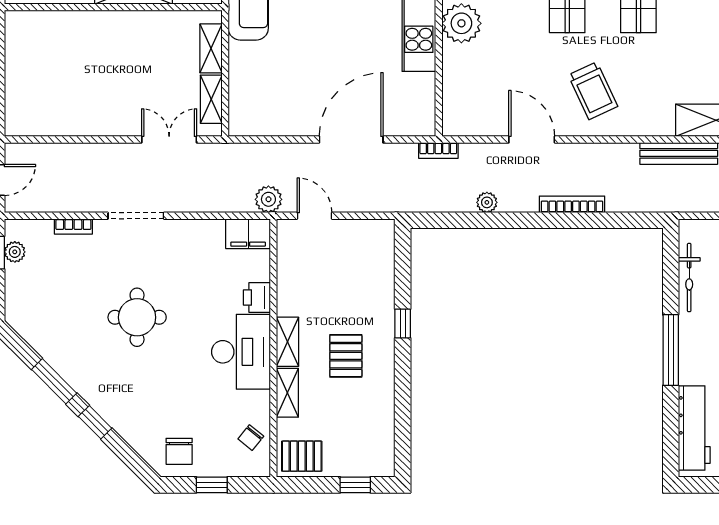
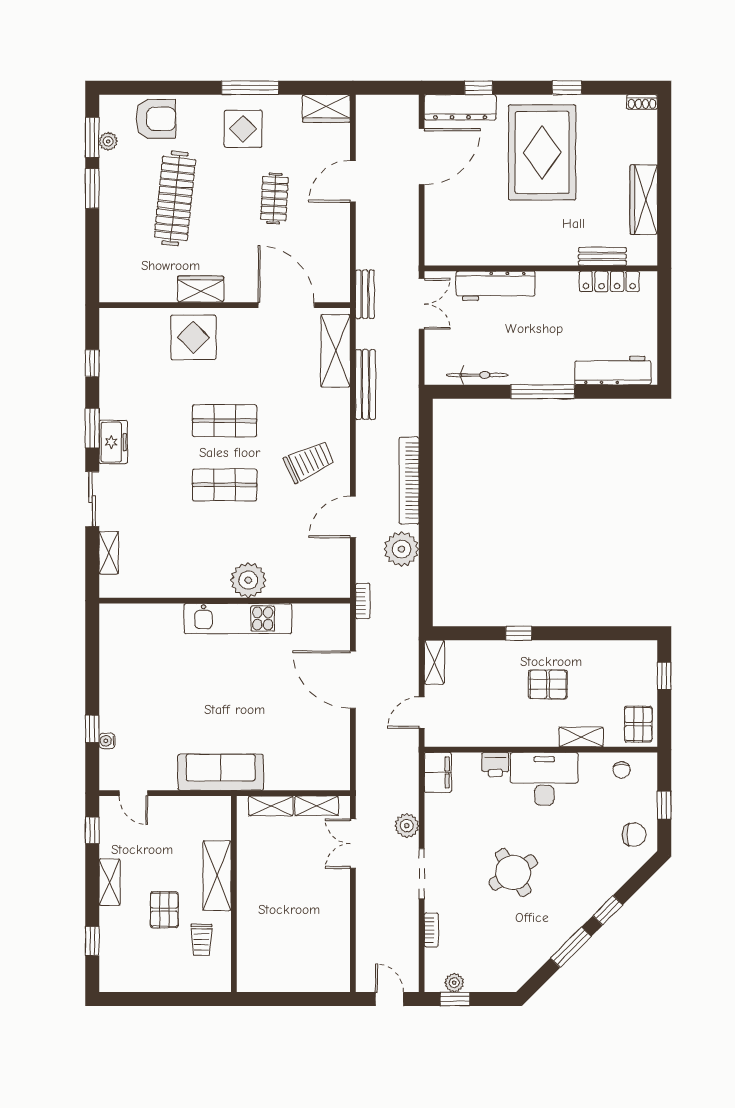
plant: (268, 199) -> (407, 826), moved
plant: (487, 202) -> (401, 549), width x1.87, depth x1.87
bookcase: (572, 204) -> (409, 481), width x1.48, depth x1.31
round table: (137, 317) -> (513, 872), turned -32
shelving: (288, 342) -> (434, 662), moved, turned 90
chair: (251, 438) -> (622, 770), turned 51

